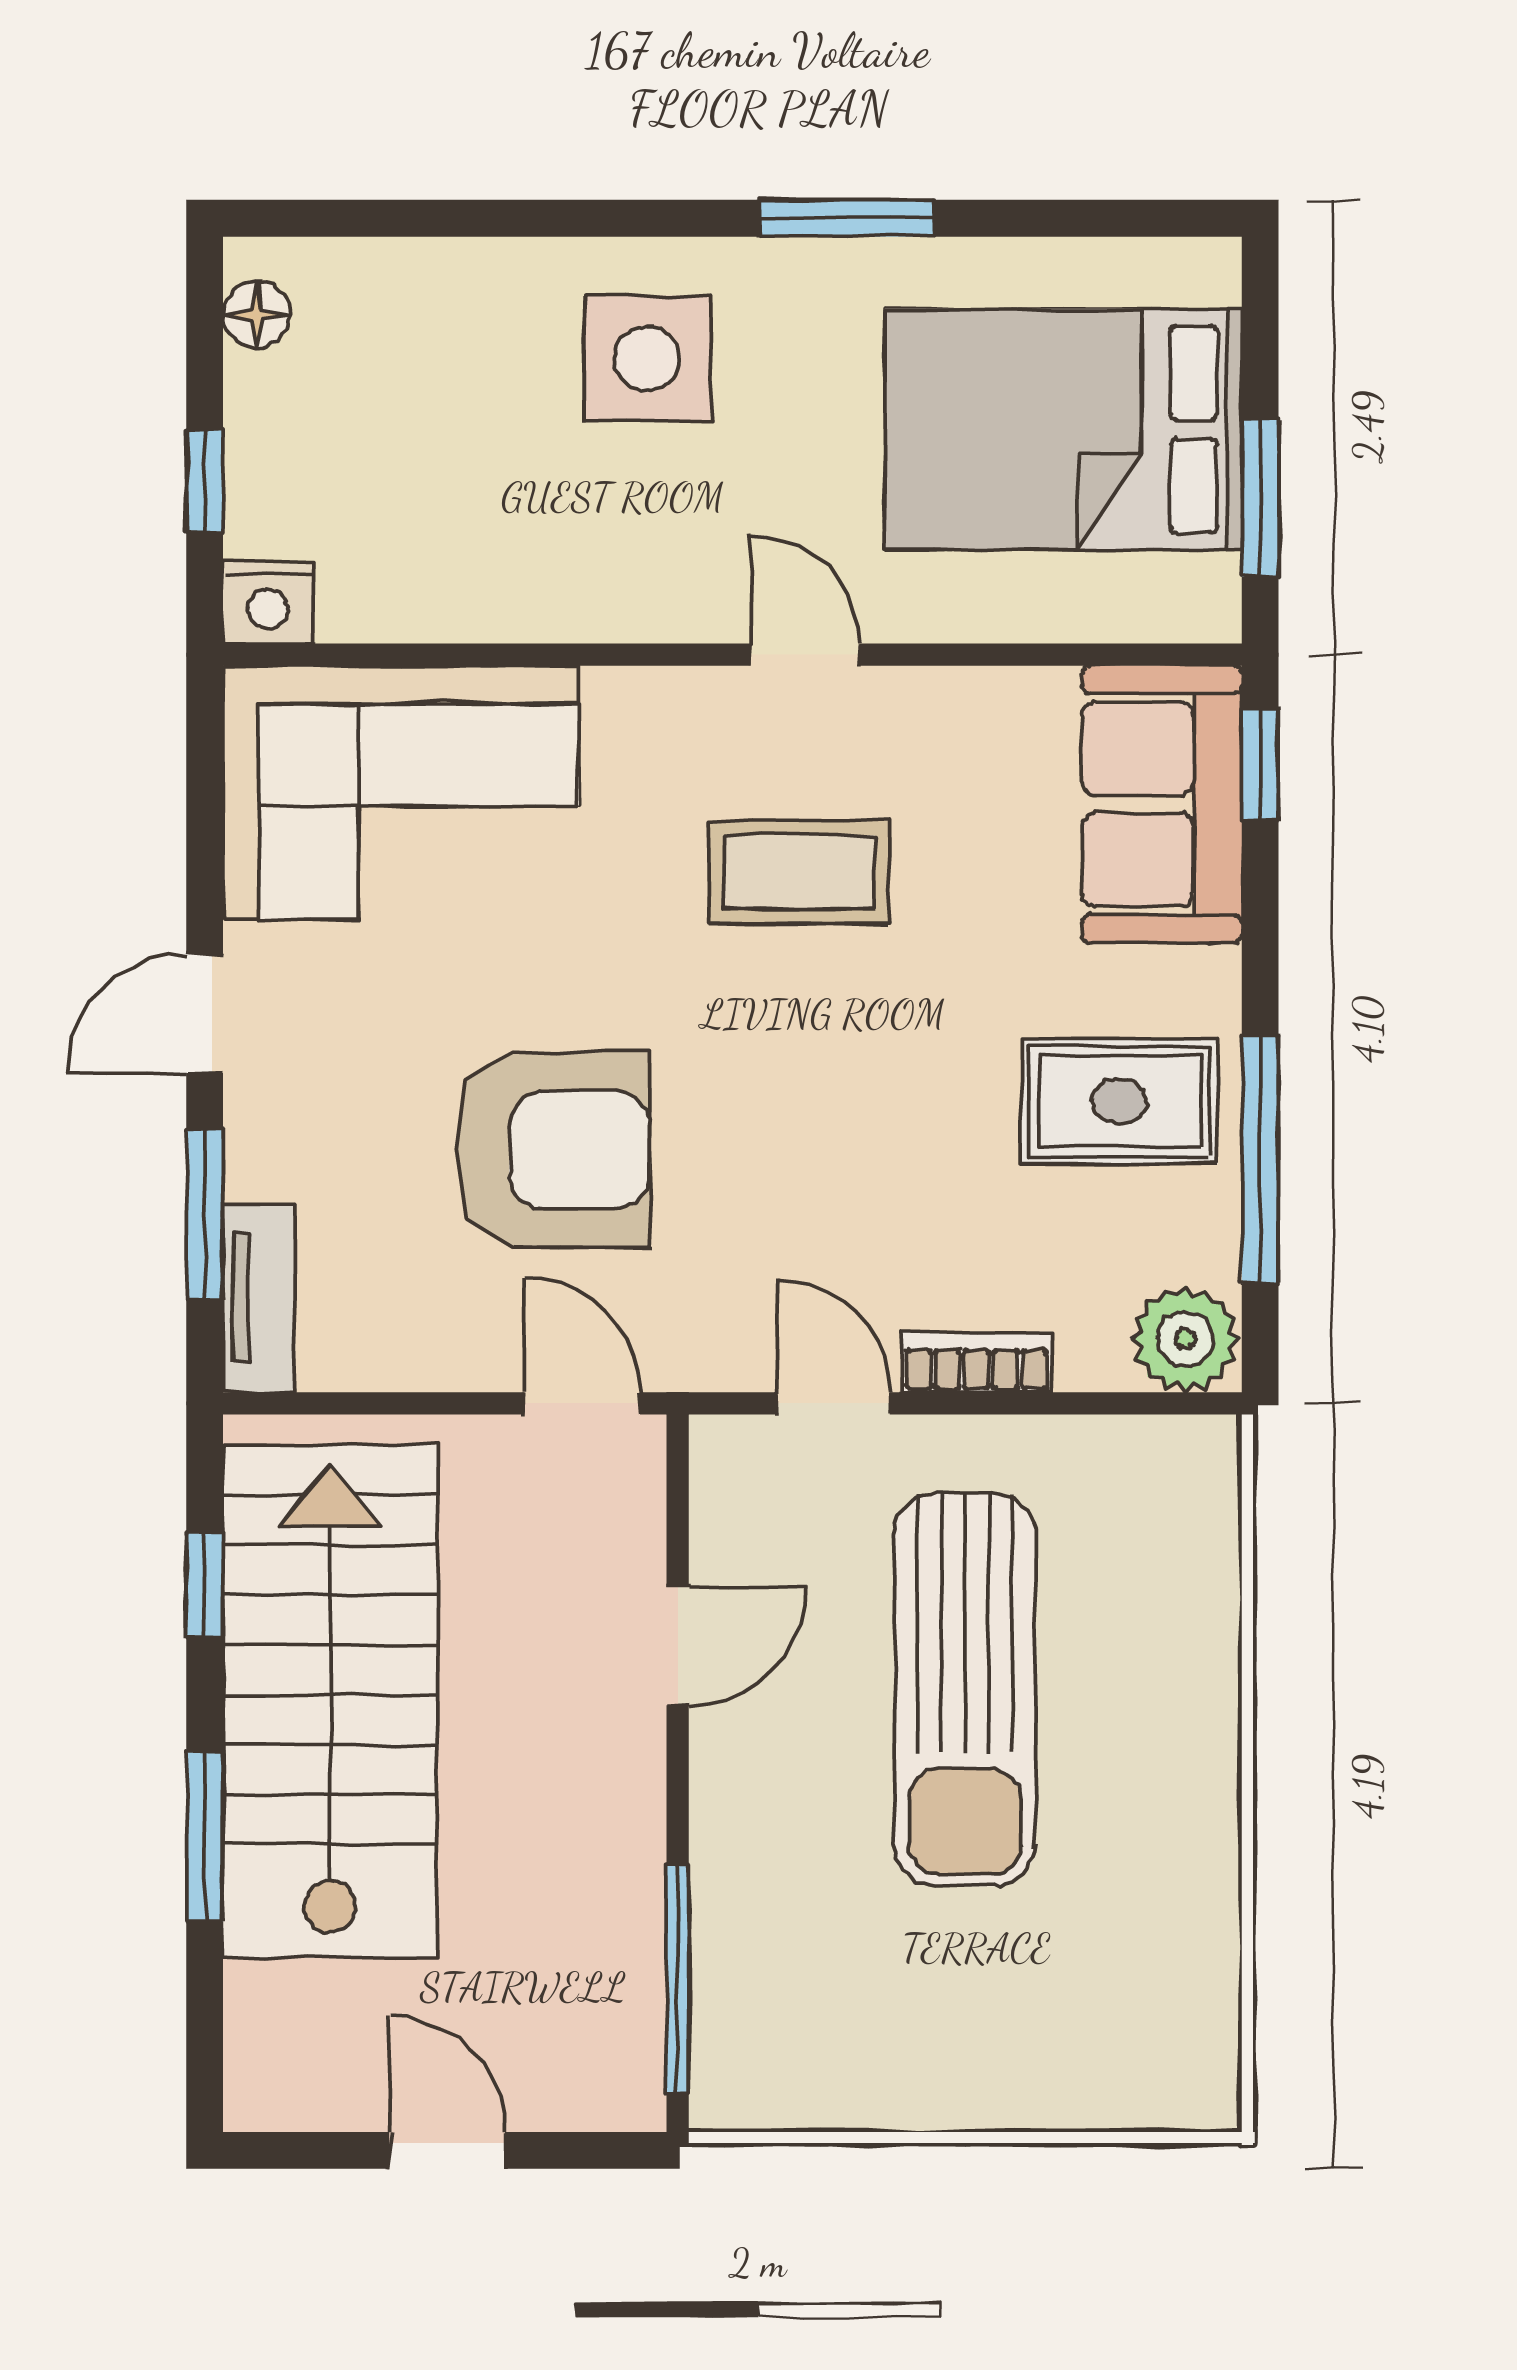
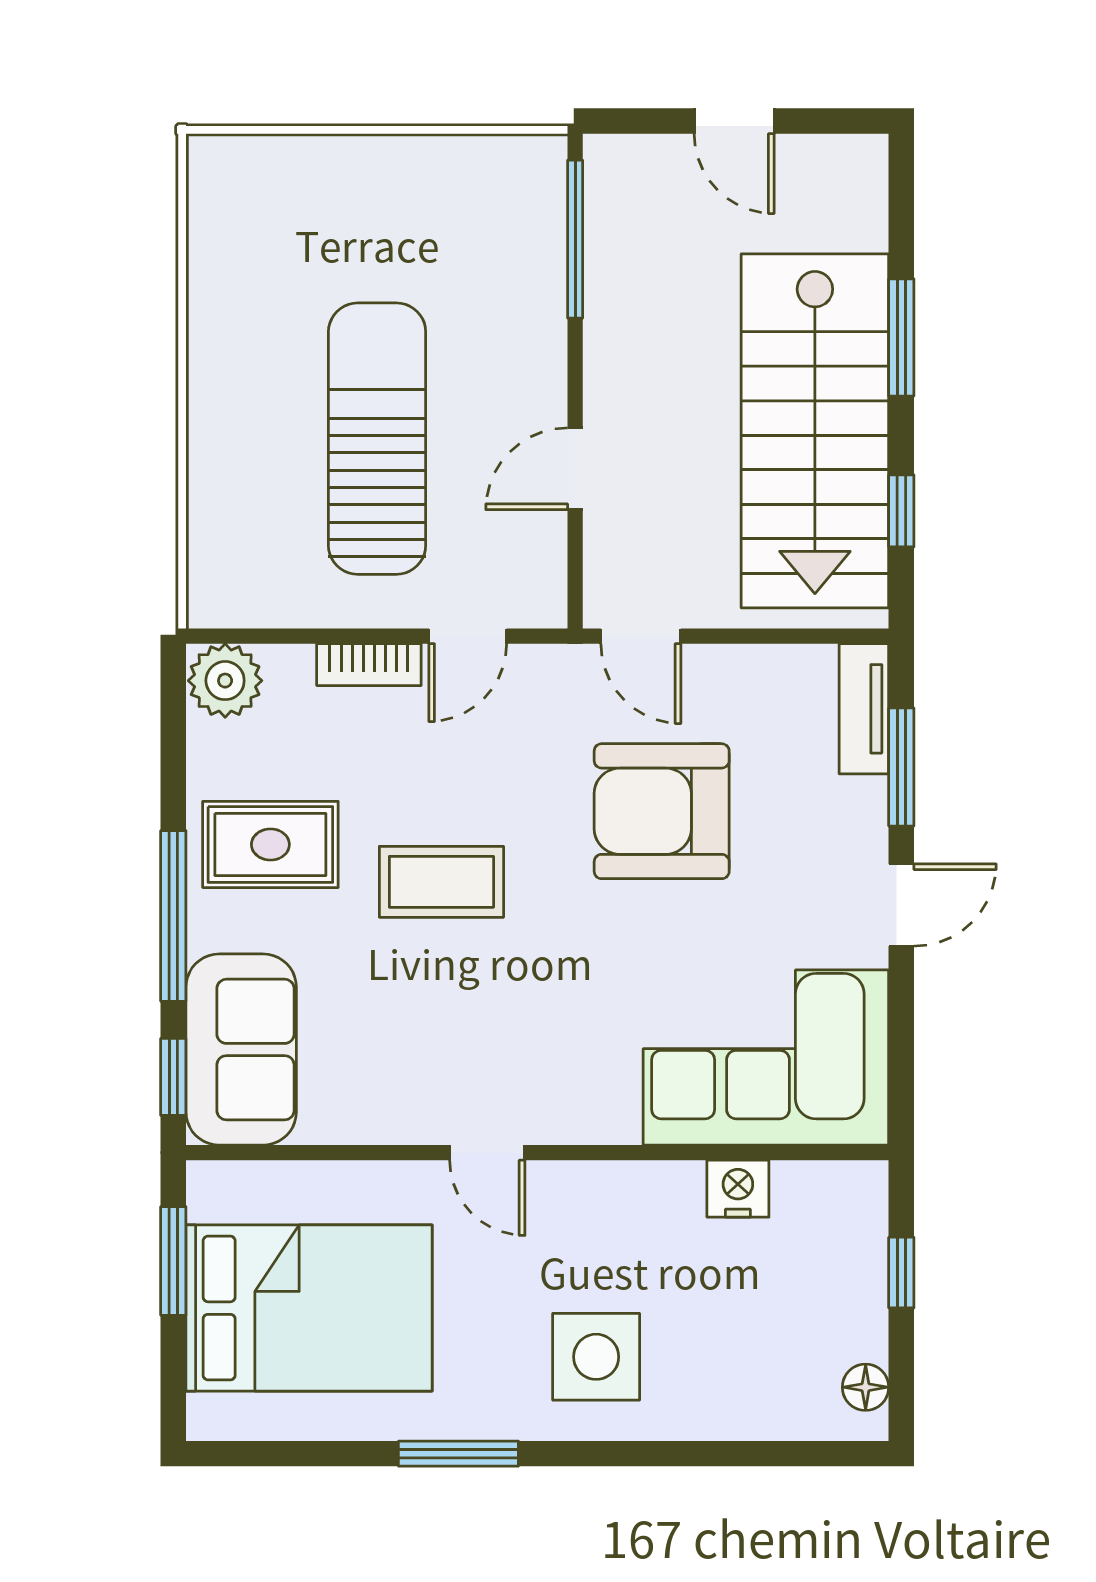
nightstand: (268, 602) -> (738, 1189), moved
coffee table: (799, 872) -> (441, 882), moved
window: (1260, 1159) -> (173, 916), moved
door: (833, 1403) -> (468, 636), hinge flipped

